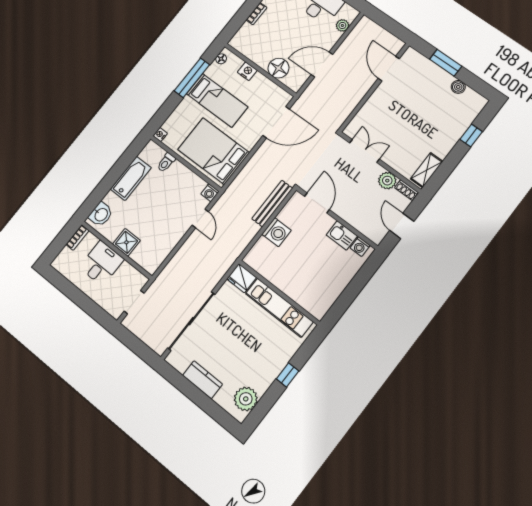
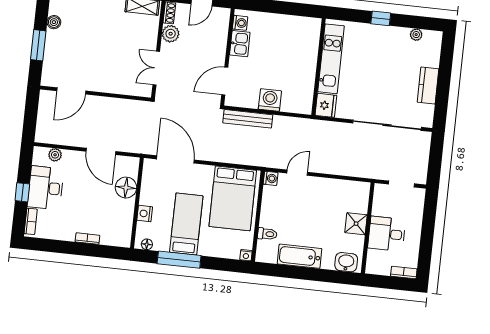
bookcase: (77, 237) -> (404, 273), moved
plant: (246, 399) -> (416, 35), width x0.53, depth x0.53

